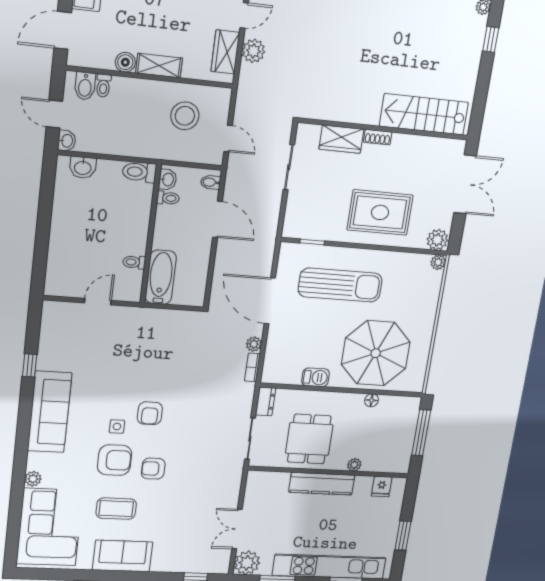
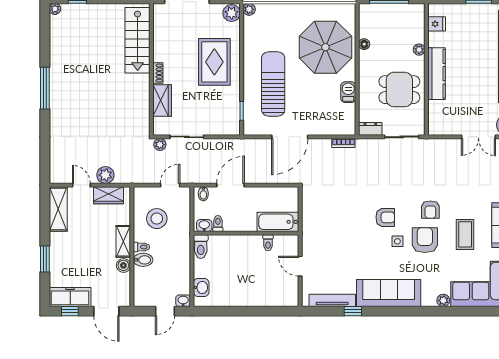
bidet: (85, 86) -> (143, 260), moved
toilet: (103, 86) -> (141, 247), moved
tv unit: (47, 340) -> (332, 300), added
plant: (254, 344) -> (160, 145), moved

